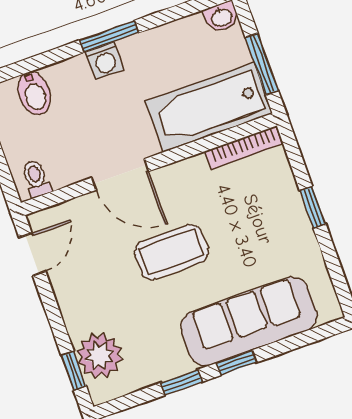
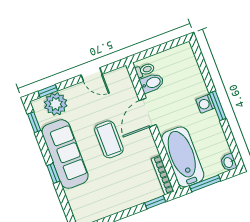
bidet: (34, 93) -> (152, 83), moved, turned 180
window: (313, 207) -> (155, 202), moved
door: (32, 254) -> (92, 74), moved
sofa: (249, 321) -> (65, 154), moved
window: (181, 382) -> (34, 122), moved

